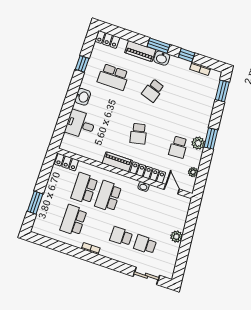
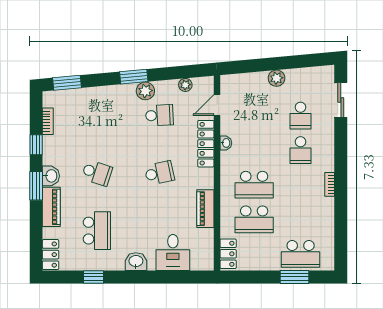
piano: (117, 162) -> (205, 209), moved
school desk: (73, 220) -> (301, 254), moved

